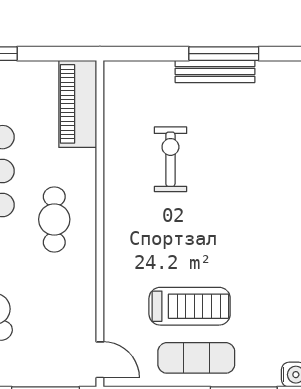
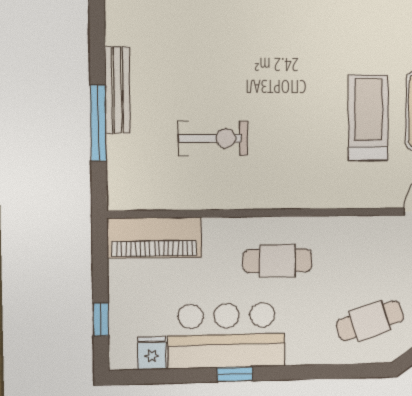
window: (224, 54) -> (98, 123), moved
exercise bike: (170, 159) -> (213, 138), turned 180

